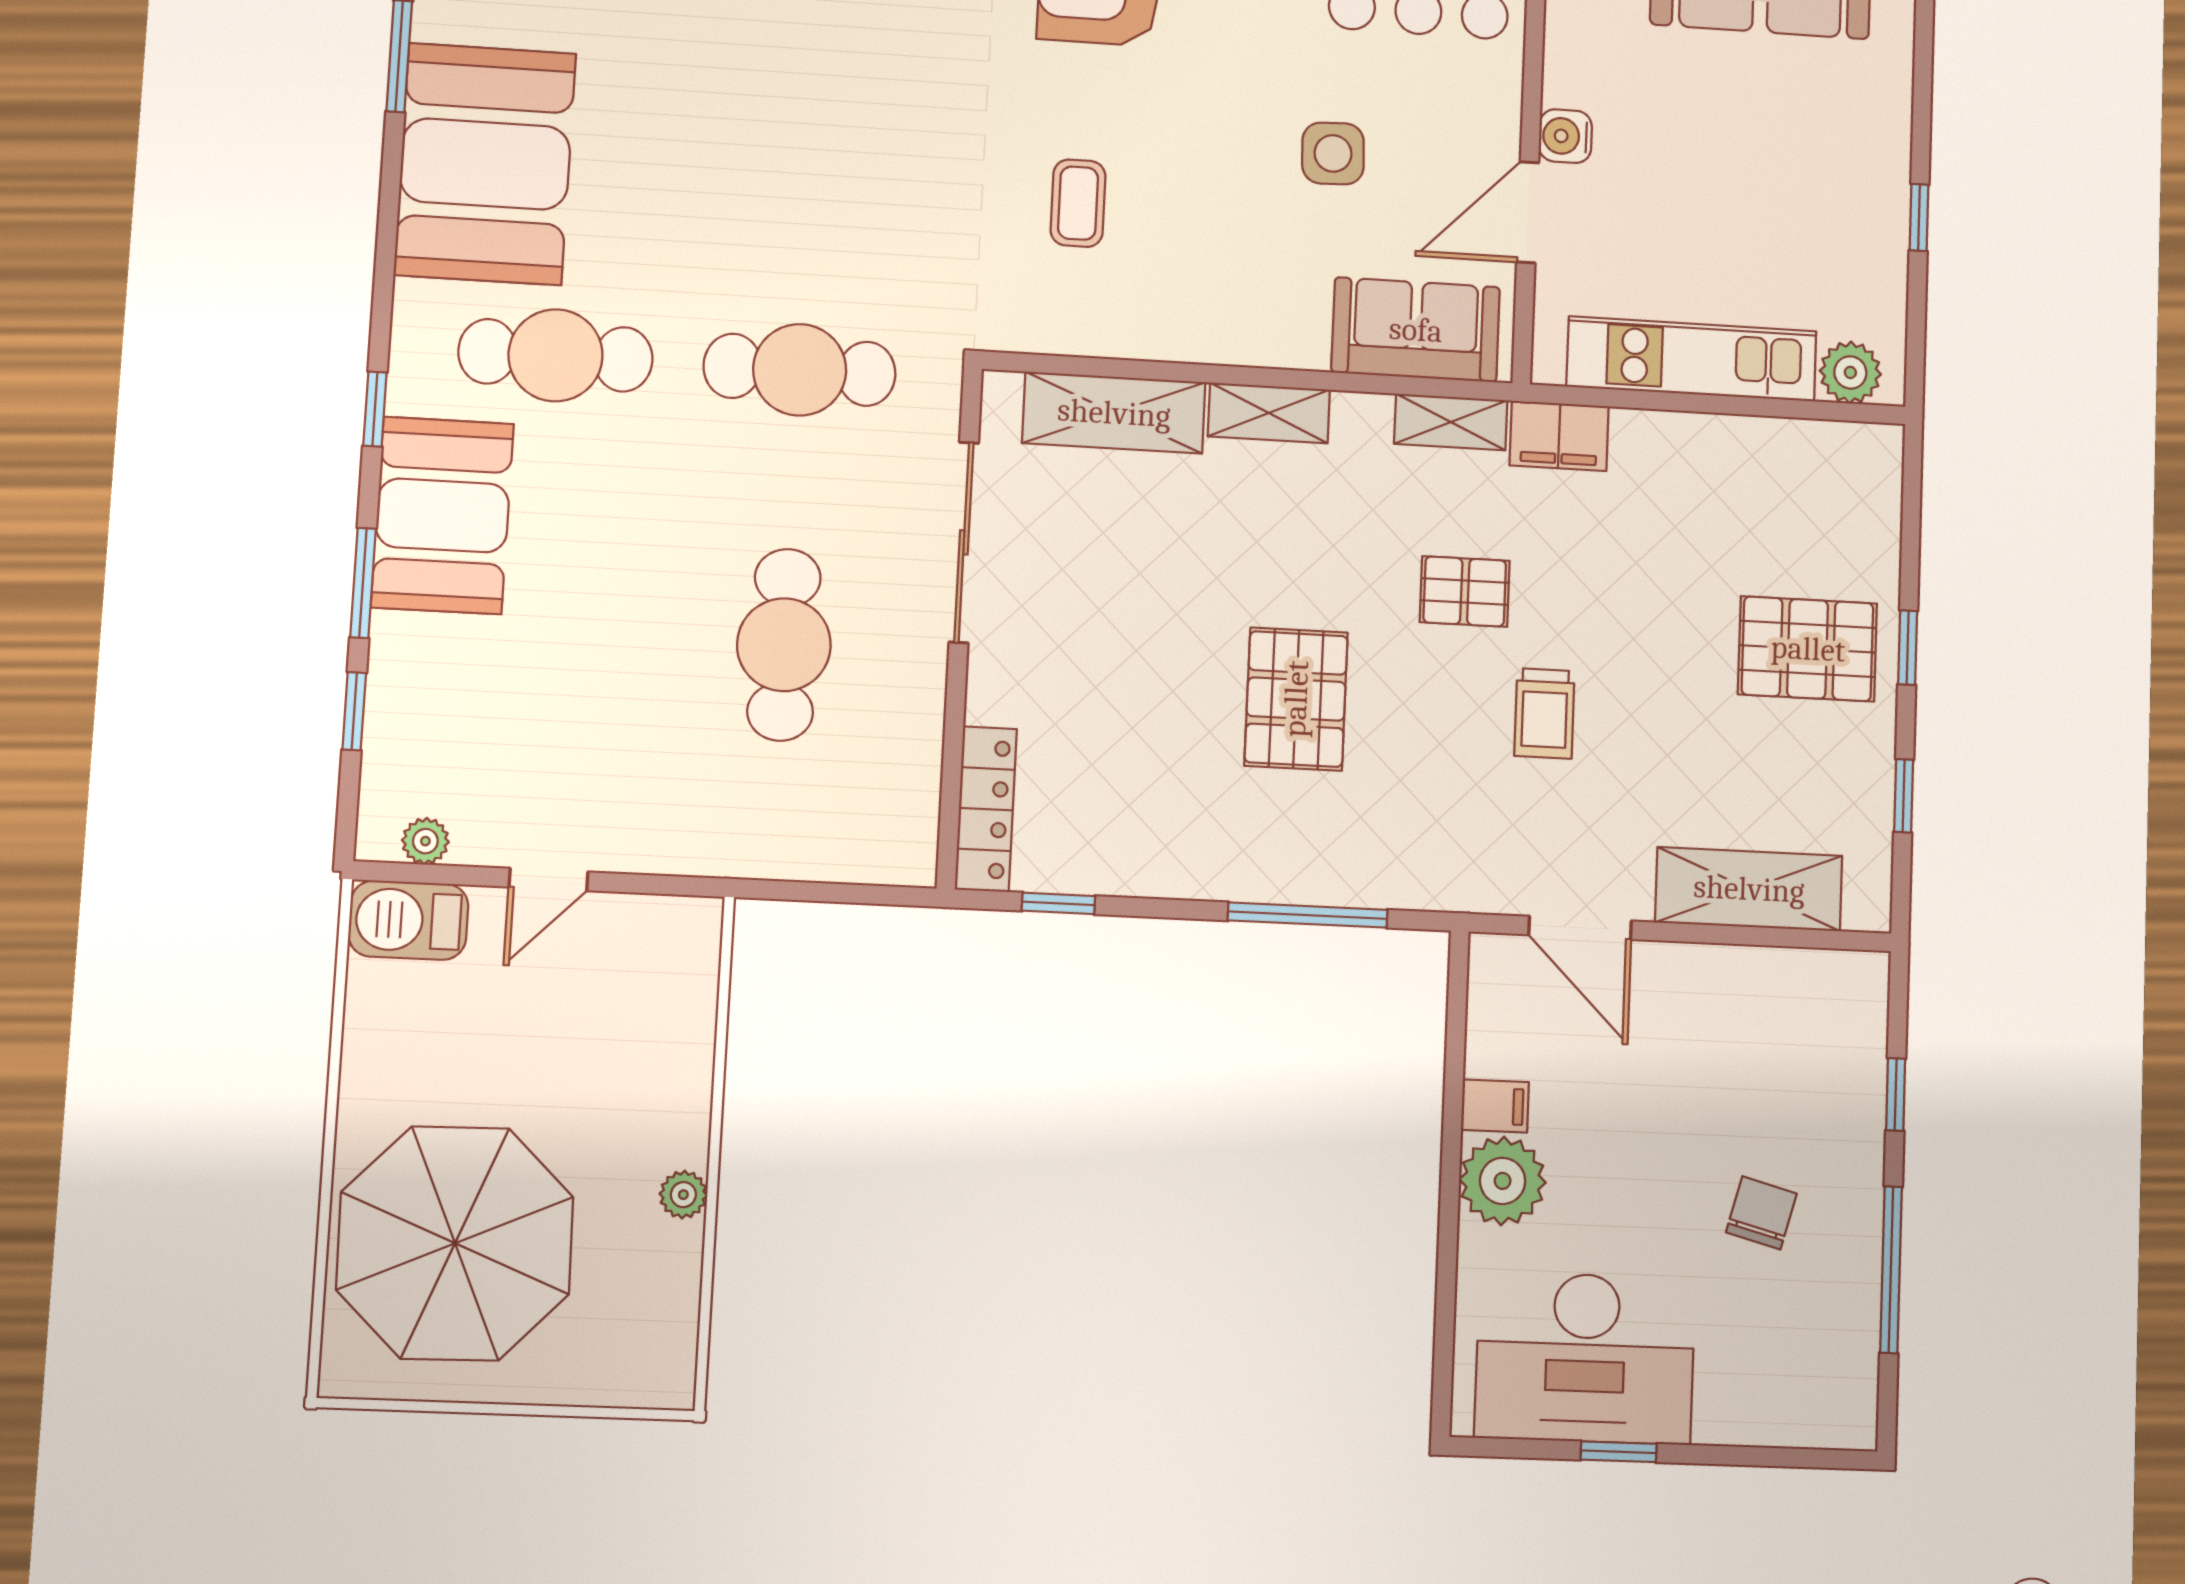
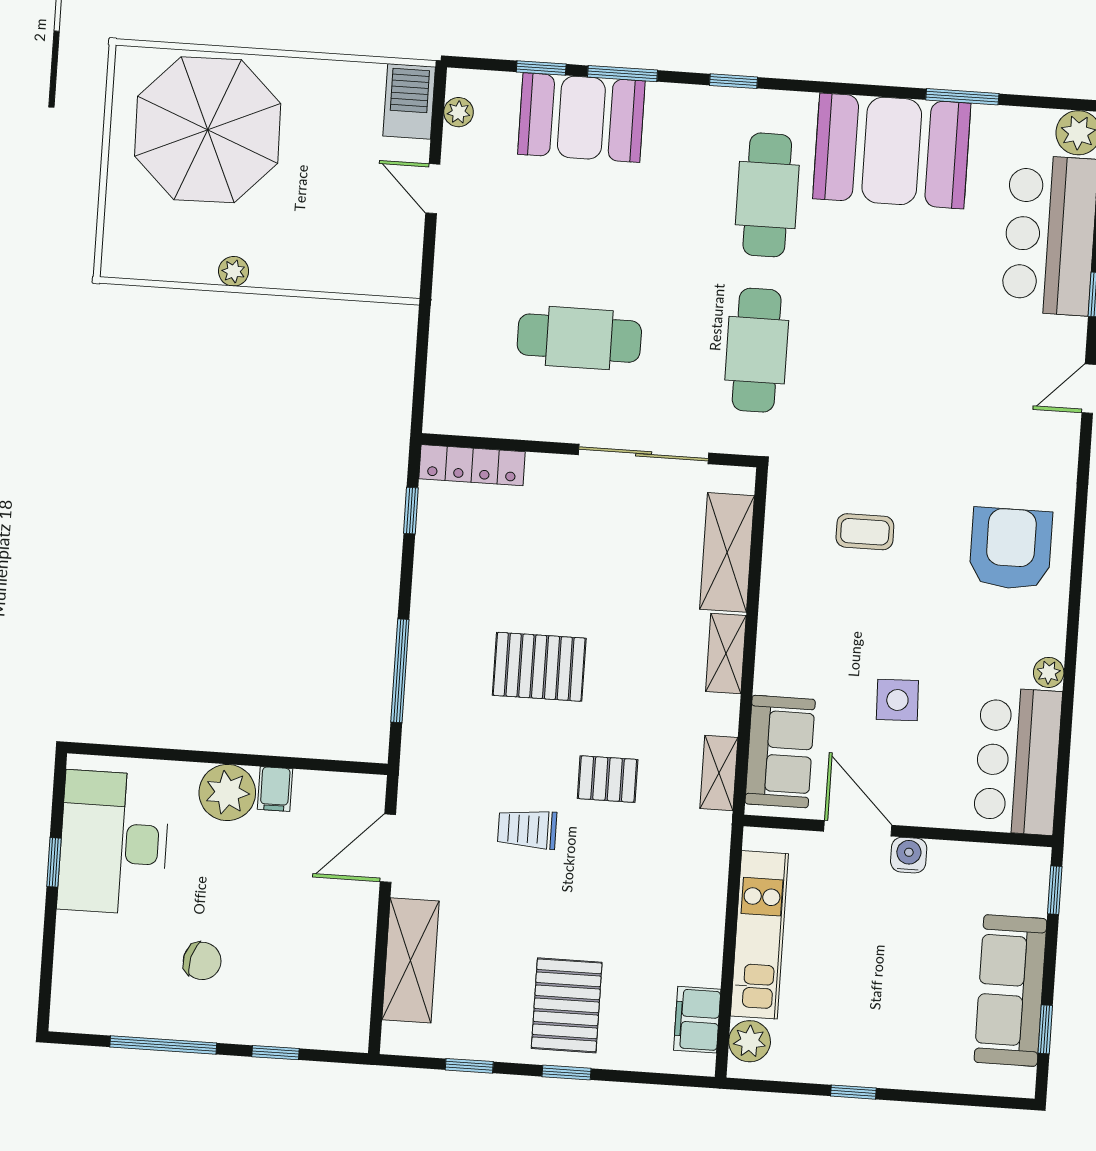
filing cabinet: (1559, 436) -> (697, 1020), moved
booth: (442, 515) -> (581, 118), moved
pallet: (1465, 591) -> (608, 779), turned 90

